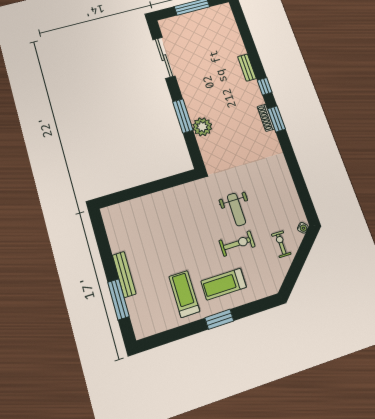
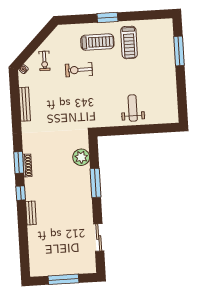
sliding door: (164, 58) -> (99, 238), width x0.73
plant: (202, 127) -> (81, 157), moved
weight bench: (236, 210) -> (133, 108), moved
bench: (124, 274) -> (25, 104), moved

